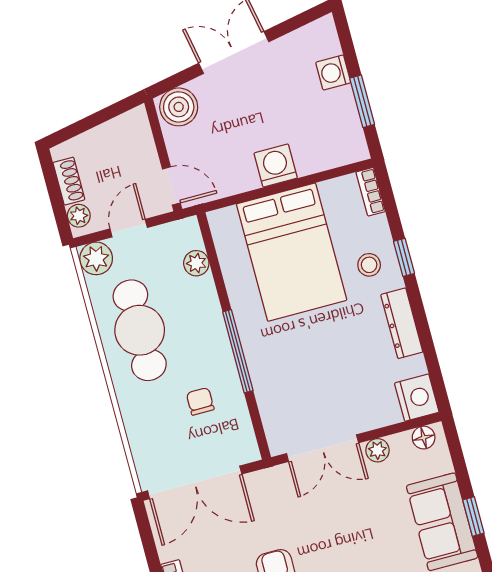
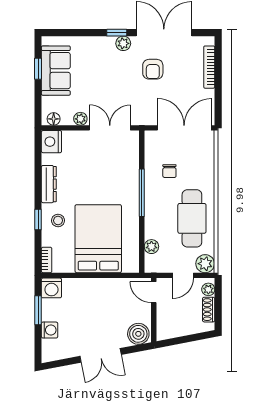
washing machine: (276, 166) -> (51, 288), moved

